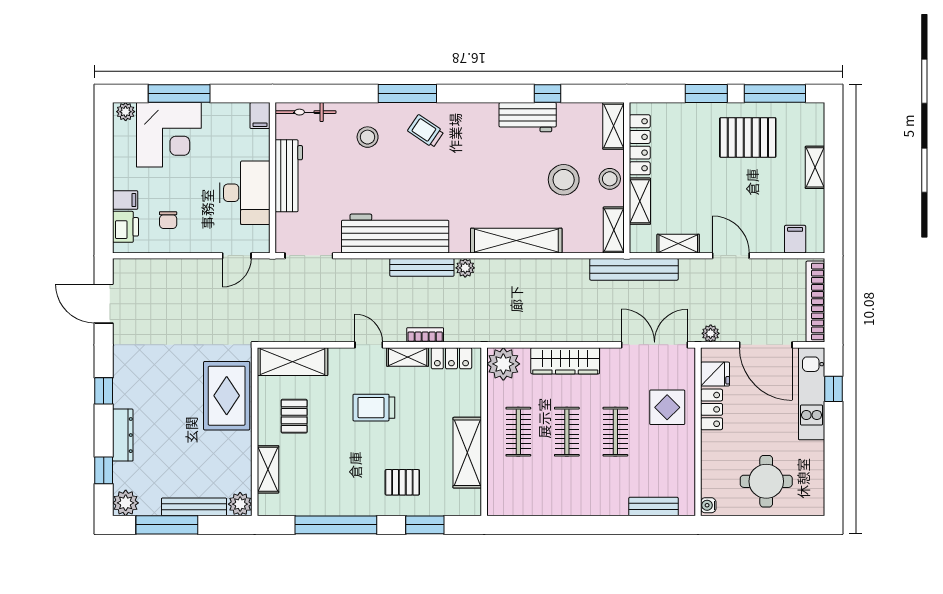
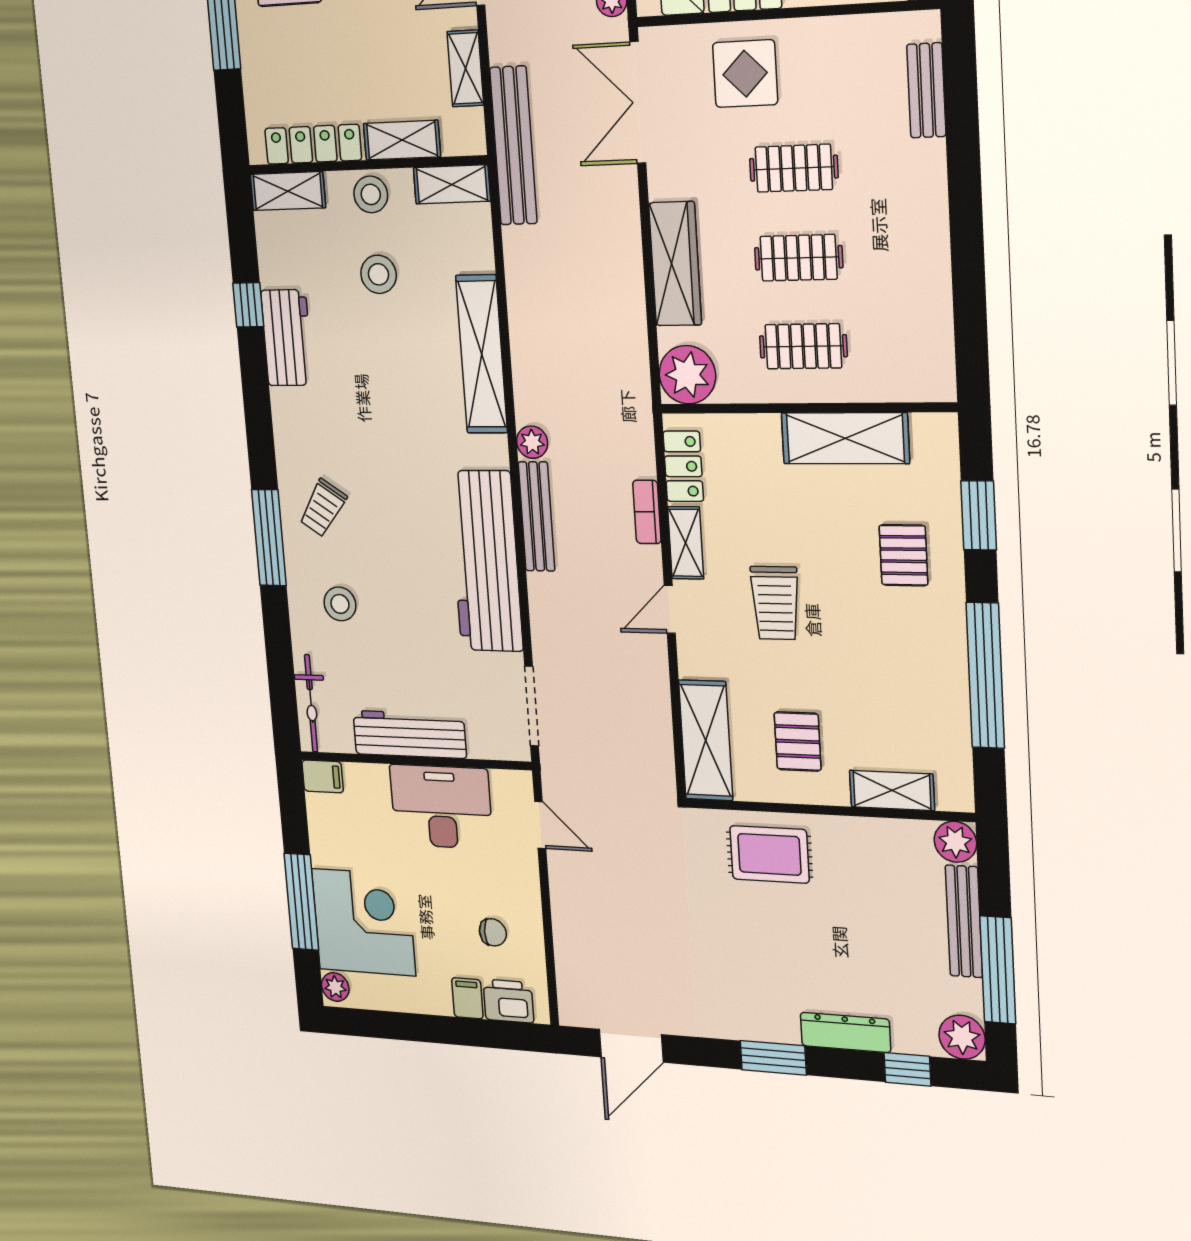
stool: (564, 180) -> (379, 274), width x0.73, depth x0.73
window: (104, 391) -> (773, 1058), width x1.50
rug: (227, 396) -> (769, 854), width x0.73, depth x0.70
pallet: (294, 416) -> (798, 741), turned 90

